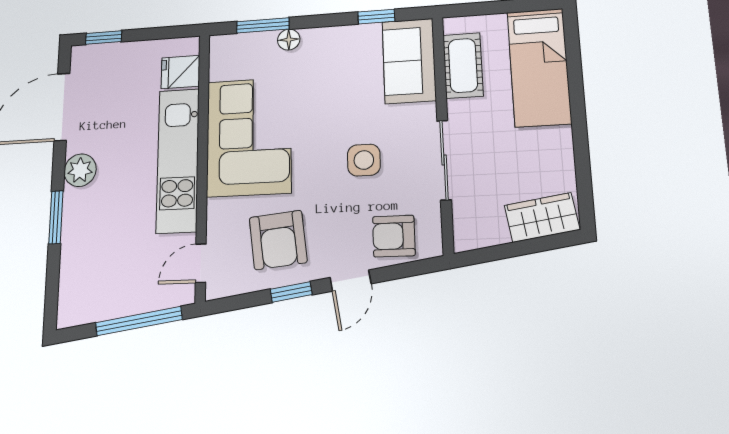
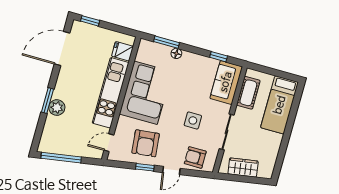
plant: (80, 170) -> (57, 107), moved
wardrobe: (542, 217) -> (243, 167), moved
window: (139, 321) -> (61, 158), moved

